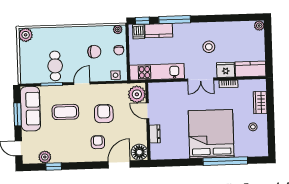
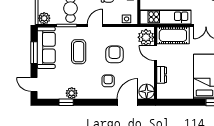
plant: (27, 77) -> (44, 18), added
cot: (166, 91) -> (173, 35), added
coffee table: (65, 112) -> (79, 52), turned 90
plant: (45, 157) -> (72, 93), moved

